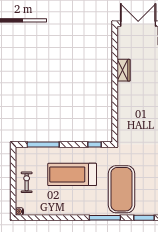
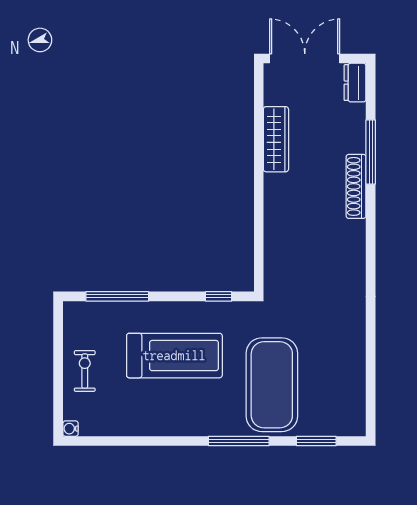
wardrobe: (124, 70) -> (276, 139), width x1.50
treadmill: (72, 174) -> (174, 356), turned 180

